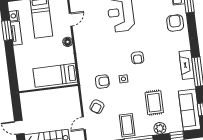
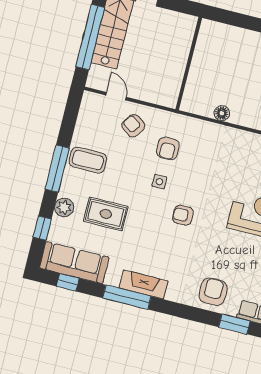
armchair: (175, 23) -> (213, 292), turned -90
floor lamp: (68, 42) -> (222, 113), moved
bed: (55, 75) -> (205, 81), removed

